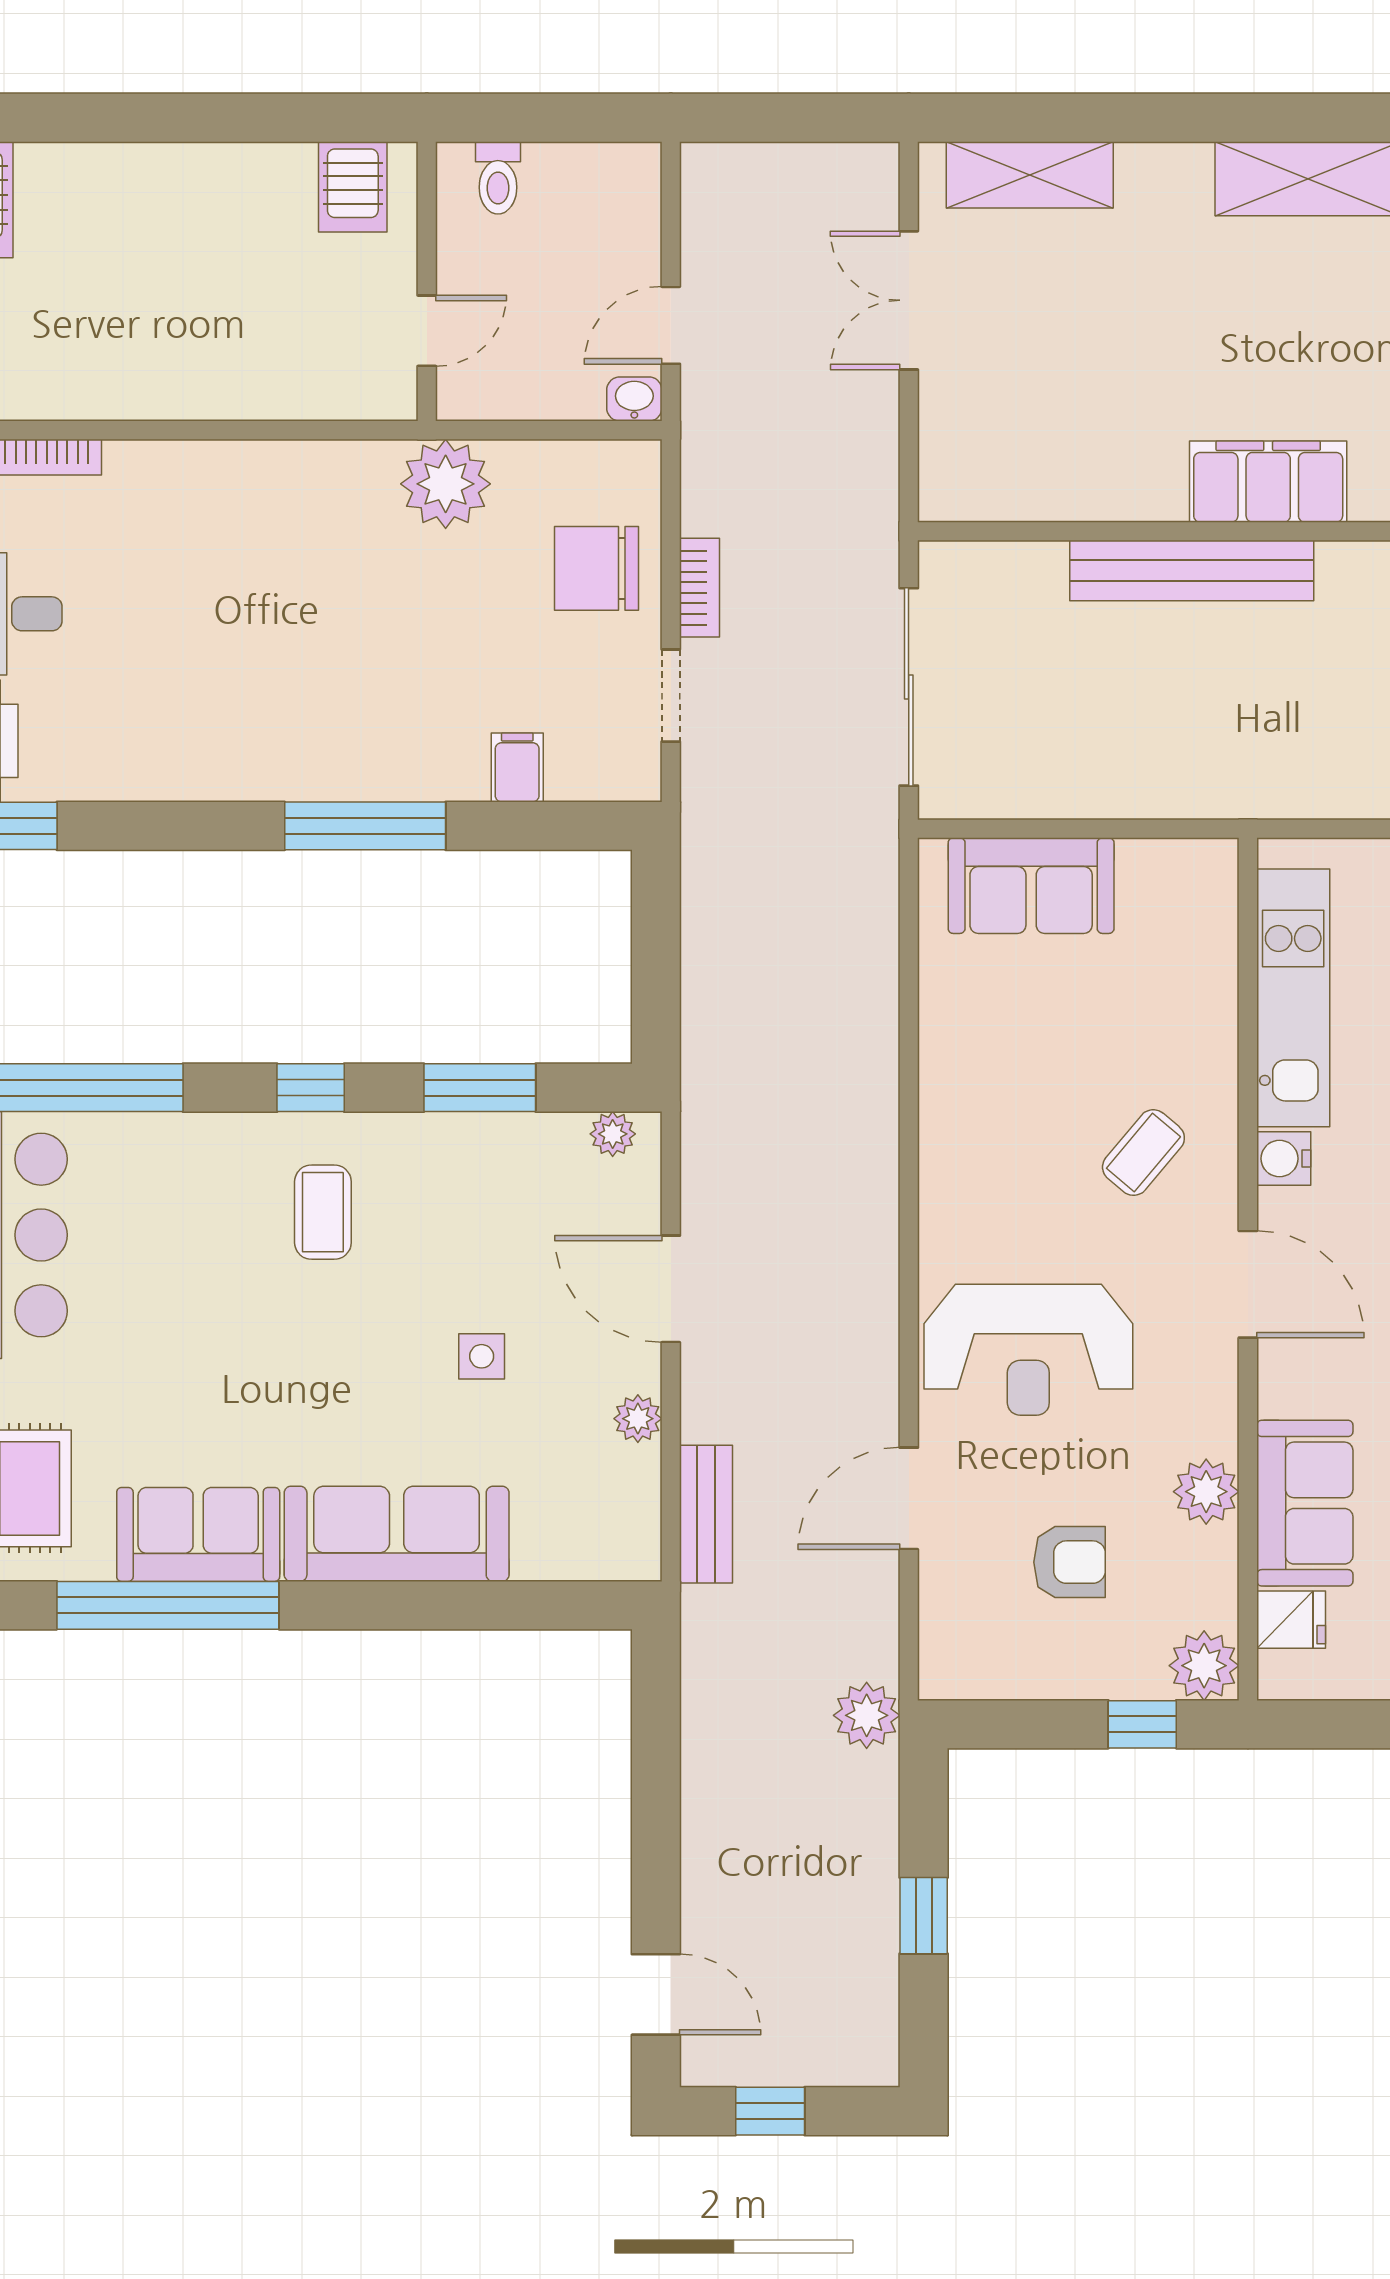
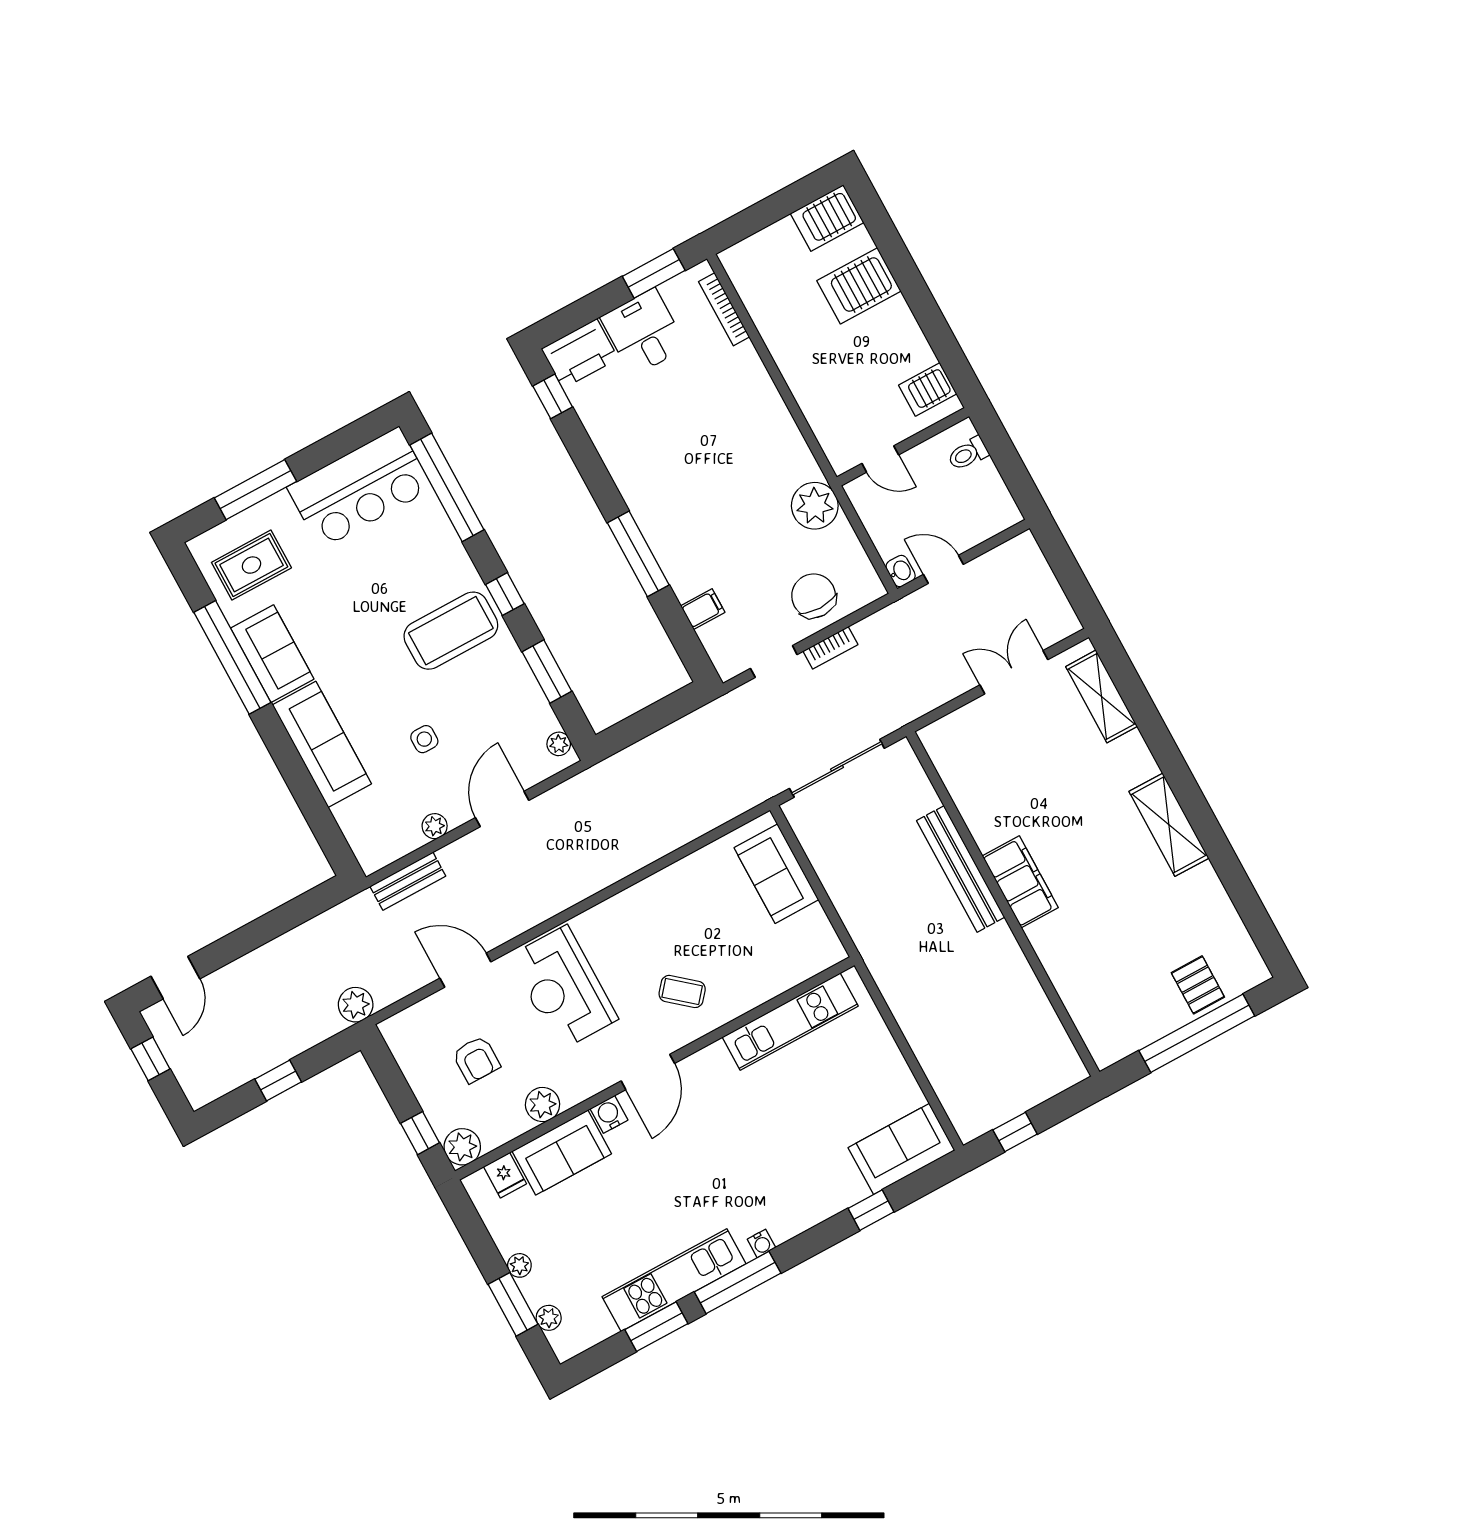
server rack: (115, 208) -> (859, 286), added
water cooler: (1284, 1159) -> (609, 1114), moved
coffee table: (323, 1212) -> (451, 631), width x1.86, depth x1.72

